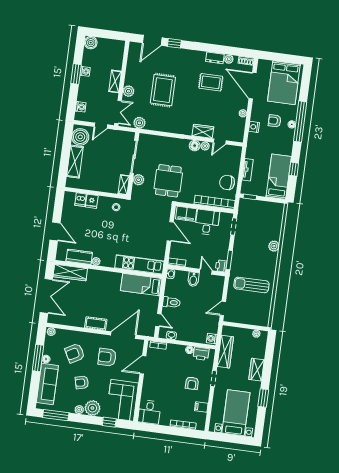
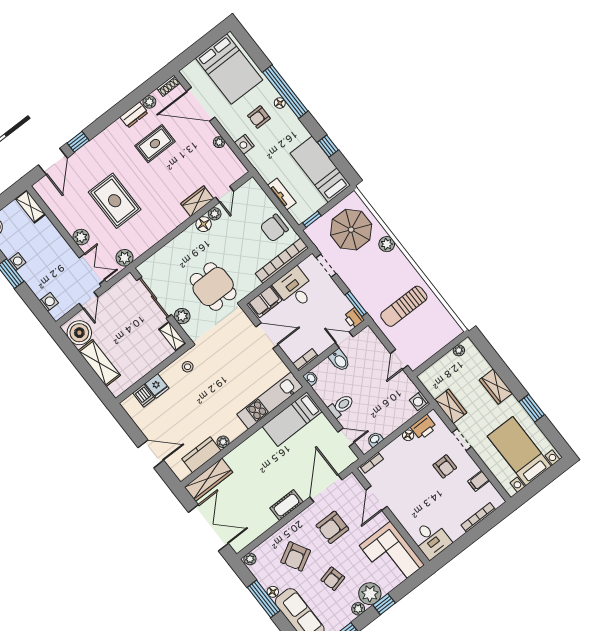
shelving: (115, 81) -> (31, 206), moved
parasol: (264, 221) -> (351, 230), added
wardrobe: (225, 352) -> (451, 406), width x0.67
window: (109, 422) -> (384, 604), moved

